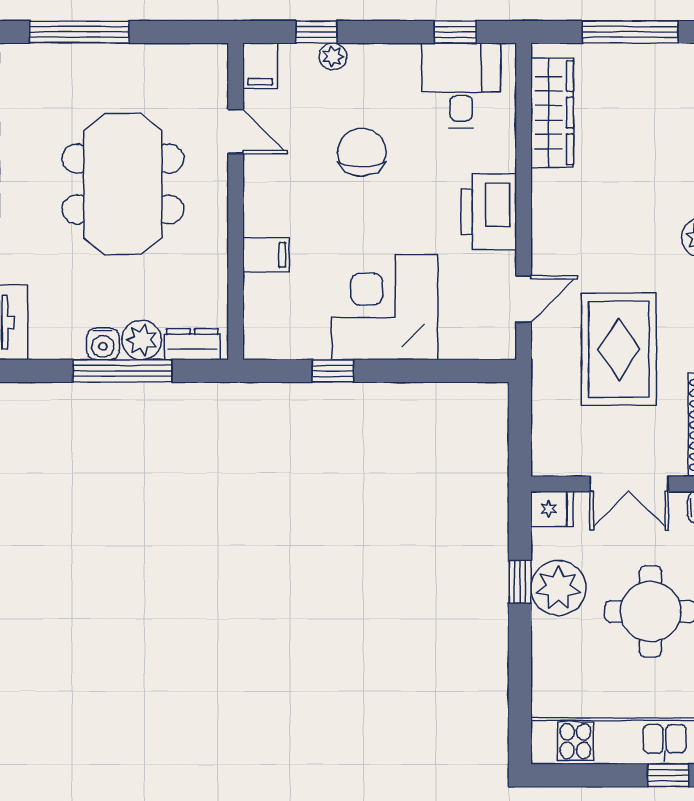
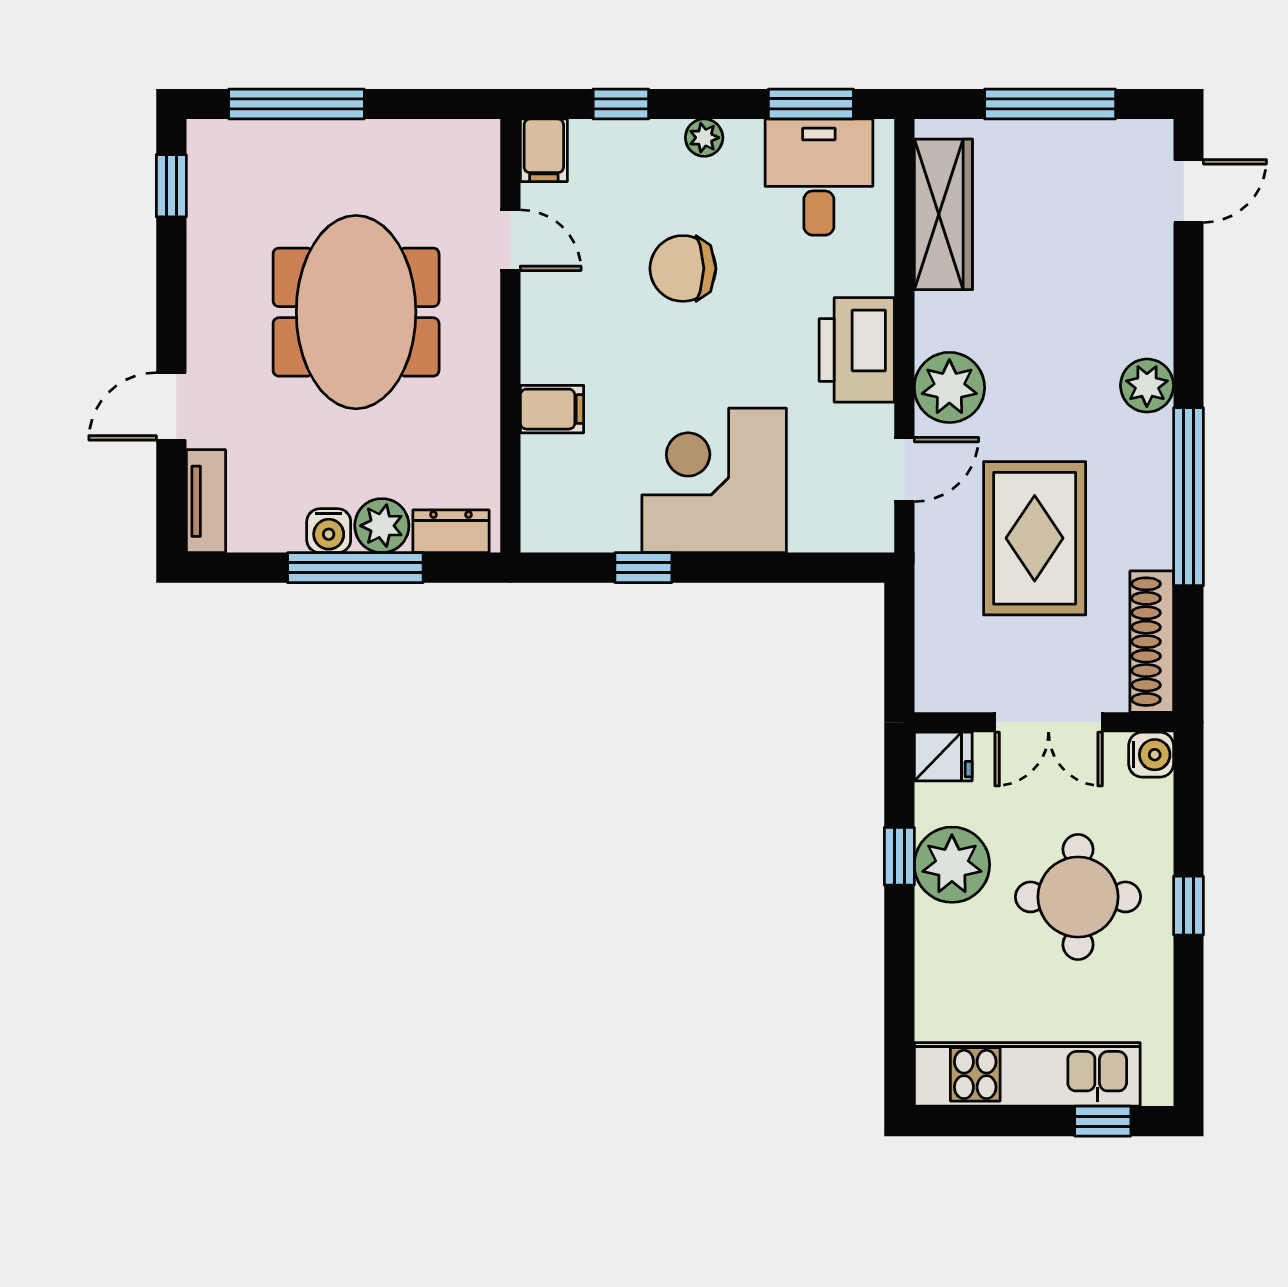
window: (455, 32) -> (811, 104), width x1.50
plant: (333, 57) -> (704, 138), moved
chair: (362, 152) -> (683, 268), turned -90
plant: (557, 239) -> (949, 387), added

